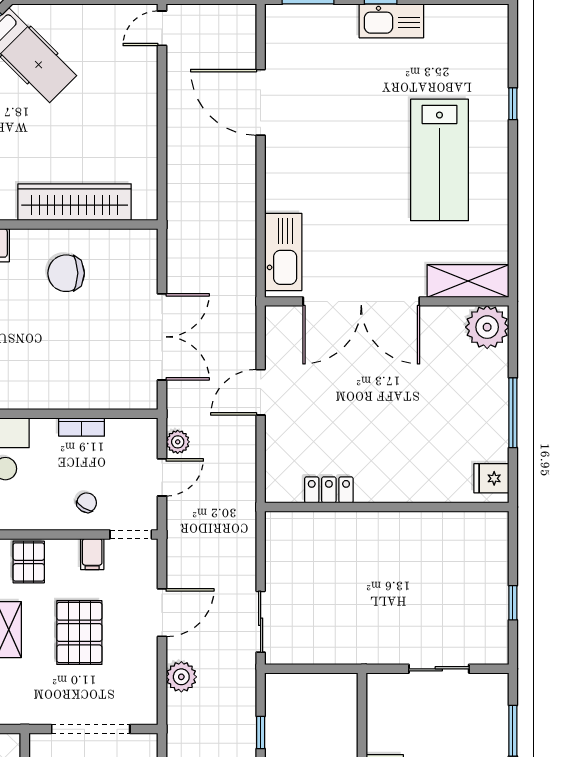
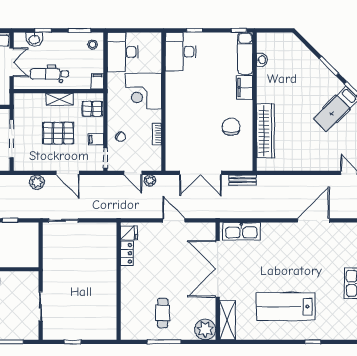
bench: (177, 250) -> (243, 180), added
cafe table: (453, 416) -> (163, 313), added
fridge: (491, 478) -> (129, 233), moved, turned 90

